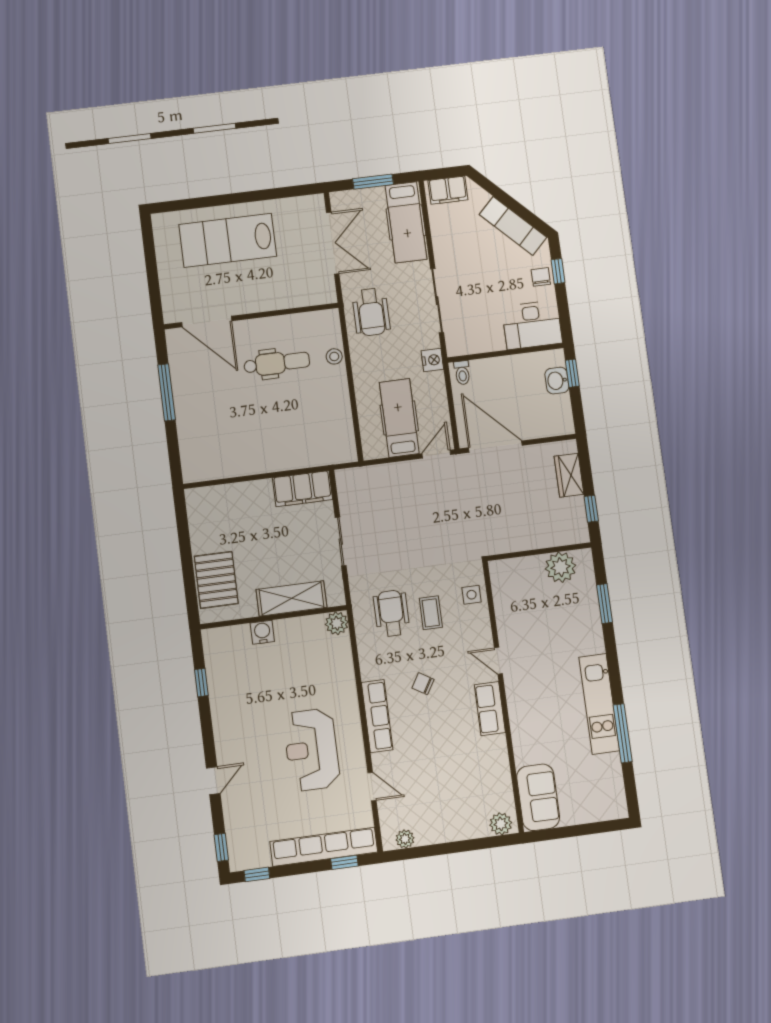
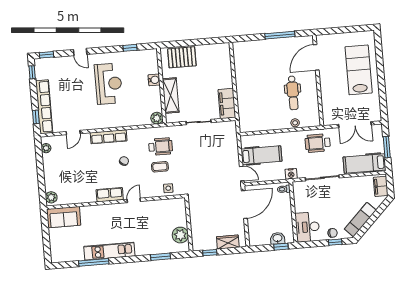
reception desk: (312, 750) -> (108, 84), moved, turned 90

